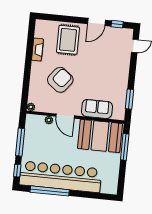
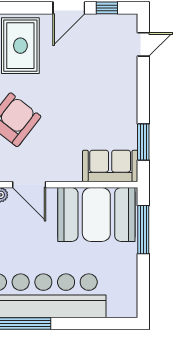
sofa: (97, 109) -> (110, 166), moved

